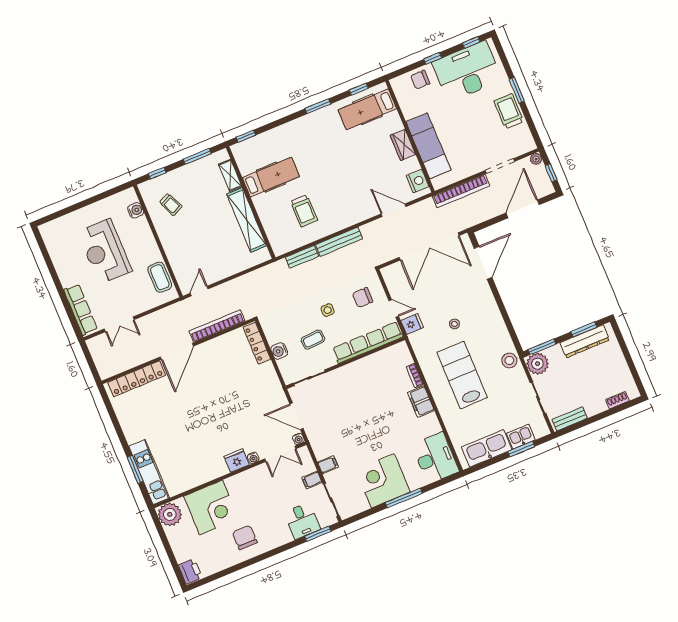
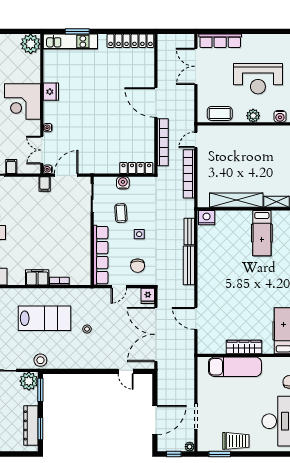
window: (517, 90) -> (220, 454), moved
wardrobe: (403, 145) -> (244, 347), width x1.50
nightstand: (418, 181) -> (207, 218), moved, turned 180
bookcase: (461, 191) -> (189, 174), moved
trolley: (171, 204) -> (273, 146), removed
door: (523, 209) -> (155, 420), hinge flipped
door: (394, 210) -> (196, 318), swing flipped
trolley: (304, 211) -> (225, 248), removed
plant: (147, 240) -> (253, 116), added
reception desk: (105, 251) -> (258, 79), turned 180
door: (483, 263) -> (126, 371), width x0.53
door: (199, 291) -> (196, 140), swing flipped
chair: (363, 298) -> (138, 266), turned 180
double door: (119, 324) -> (196, 66), width x1.37
fridge: (412, 324) -> (148, 296), moved
locker: (137, 379) -> (130, 41), moved, turned -90
fridge: (237, 461) -> (51, 92), moved
filing cabinet: (328, 465) -> (45, 184), moved
corner desk: (211, 507) -> (23, 102), moved

